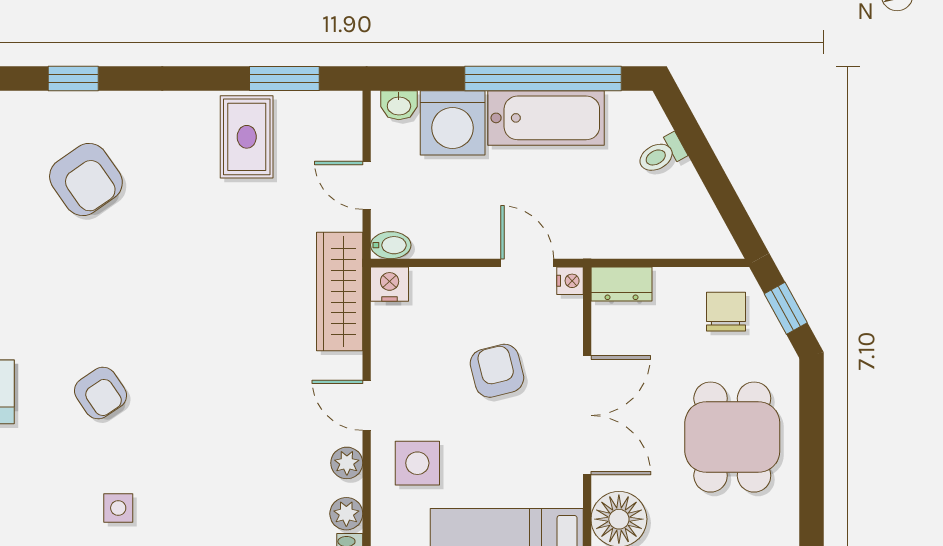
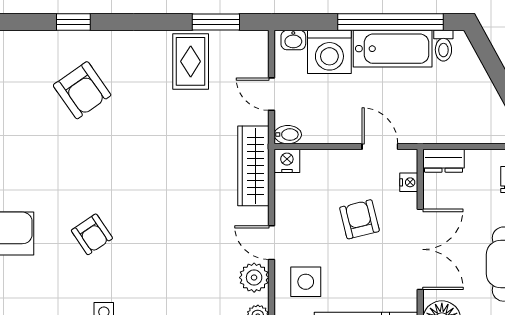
toilet: (661, 154) -> (443, 46), moved, turned -61
nightstand: (570, 281) -> (409, 182), moved
plant: (347, 463) -> (254, 278), width x1.38, depth x1.38

